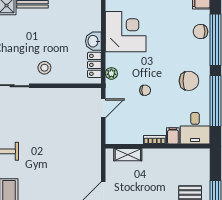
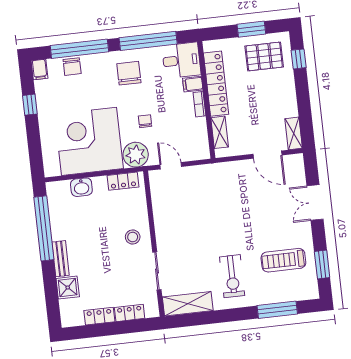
corner desk: (126, 32) -> (89, 141), width x1.36, depth x1.36
washbasin: (93, 41) -> (81, 187), moved
plant: (111, 73) -> (136, 155), width x1.88, depth x1.88
locker: (171, 156) -> (216, 84), added

